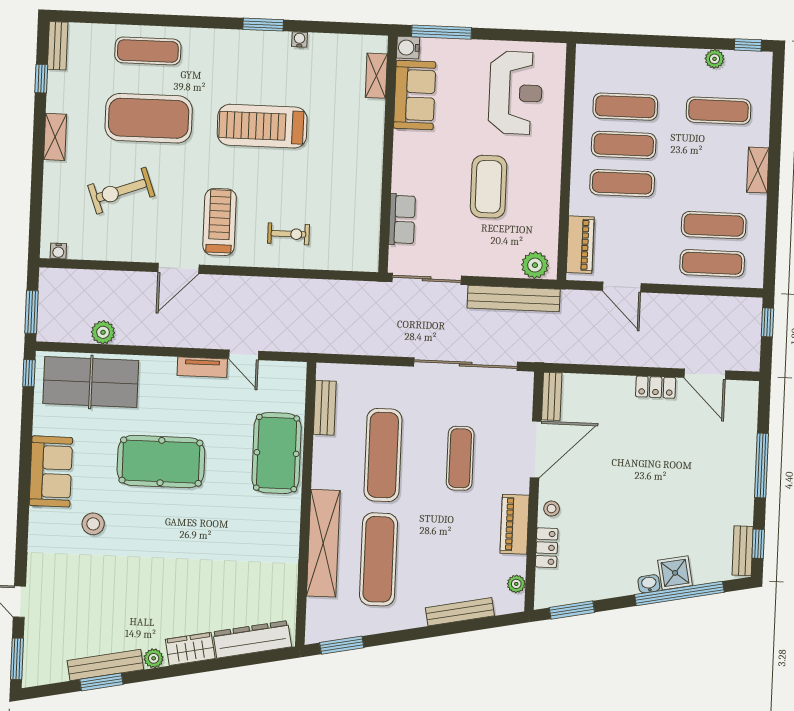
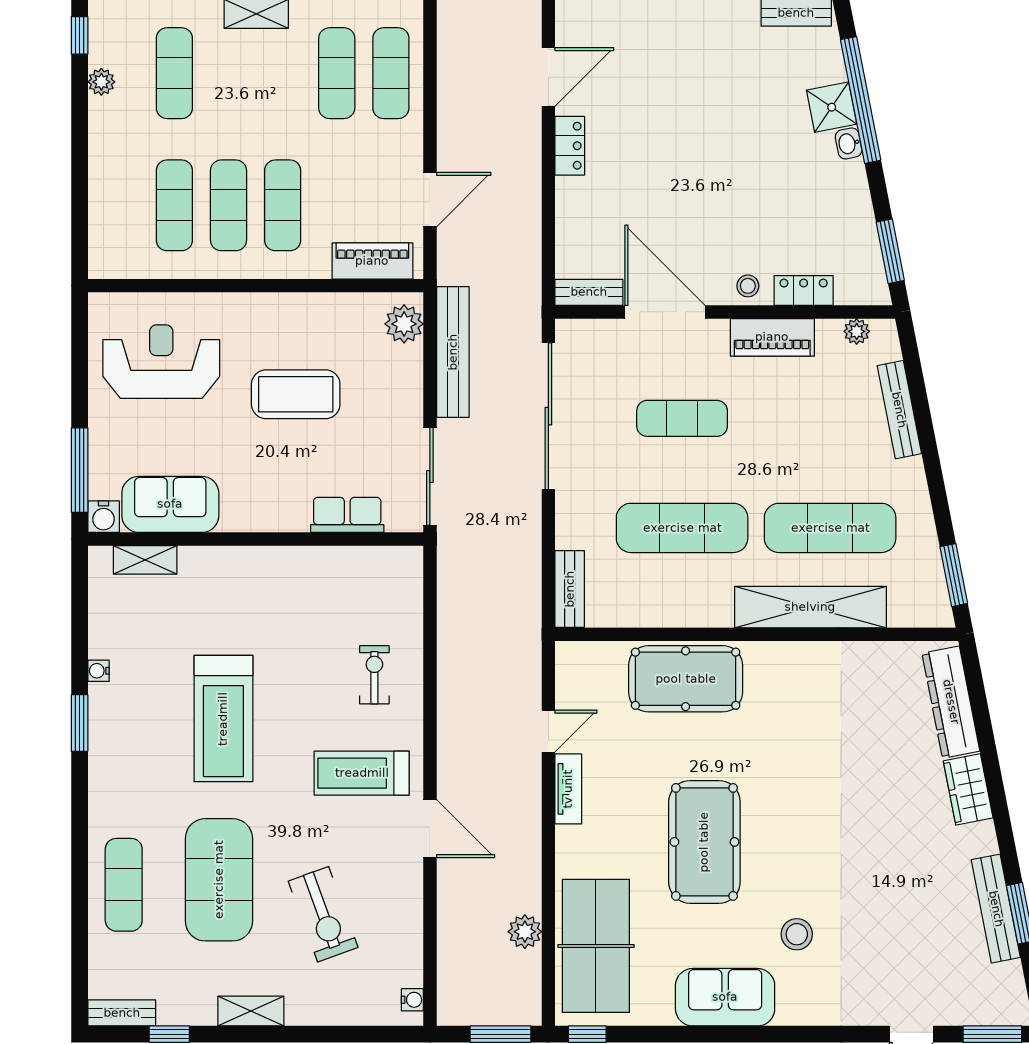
bench: (325, 408) -> (570, 589), moved, turned 90
plant: (154, 658) -> (984, 841), removed

